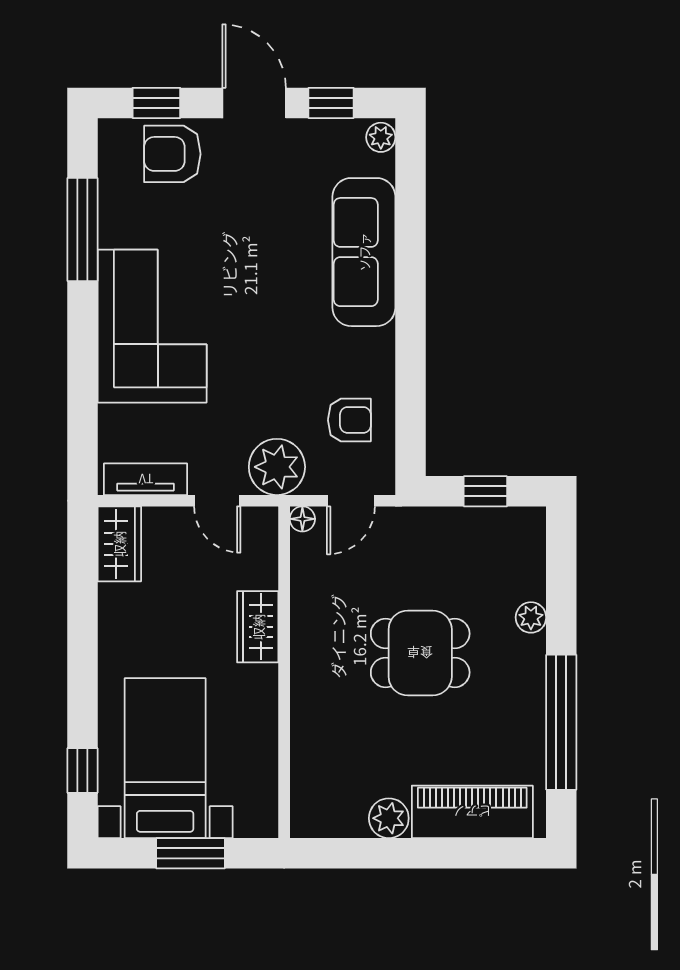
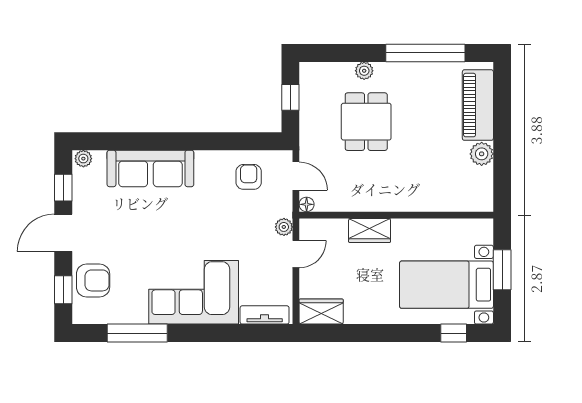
armchair: (172, 154) -> (93, 280), turned -90
plant: (277, 467) -> (284, 227), width x0.53, depth x0.53
tv unit: (146, 479) -> (265, 315), moved, turned 90
dining table: (420, 653) -> (366, 122), moved

